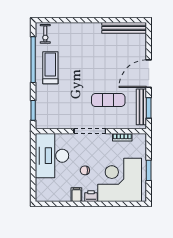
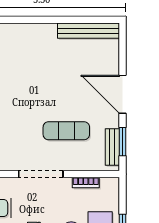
door: (149, 74) -> (122, 94), hinge flipped
bench: (141, 107) -> (112, 147), width x0.73

